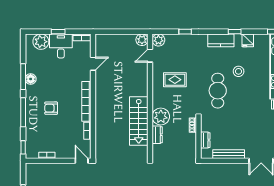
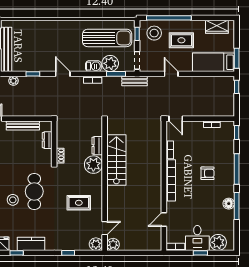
stool: (239, 71) -> (13, 200), moved

